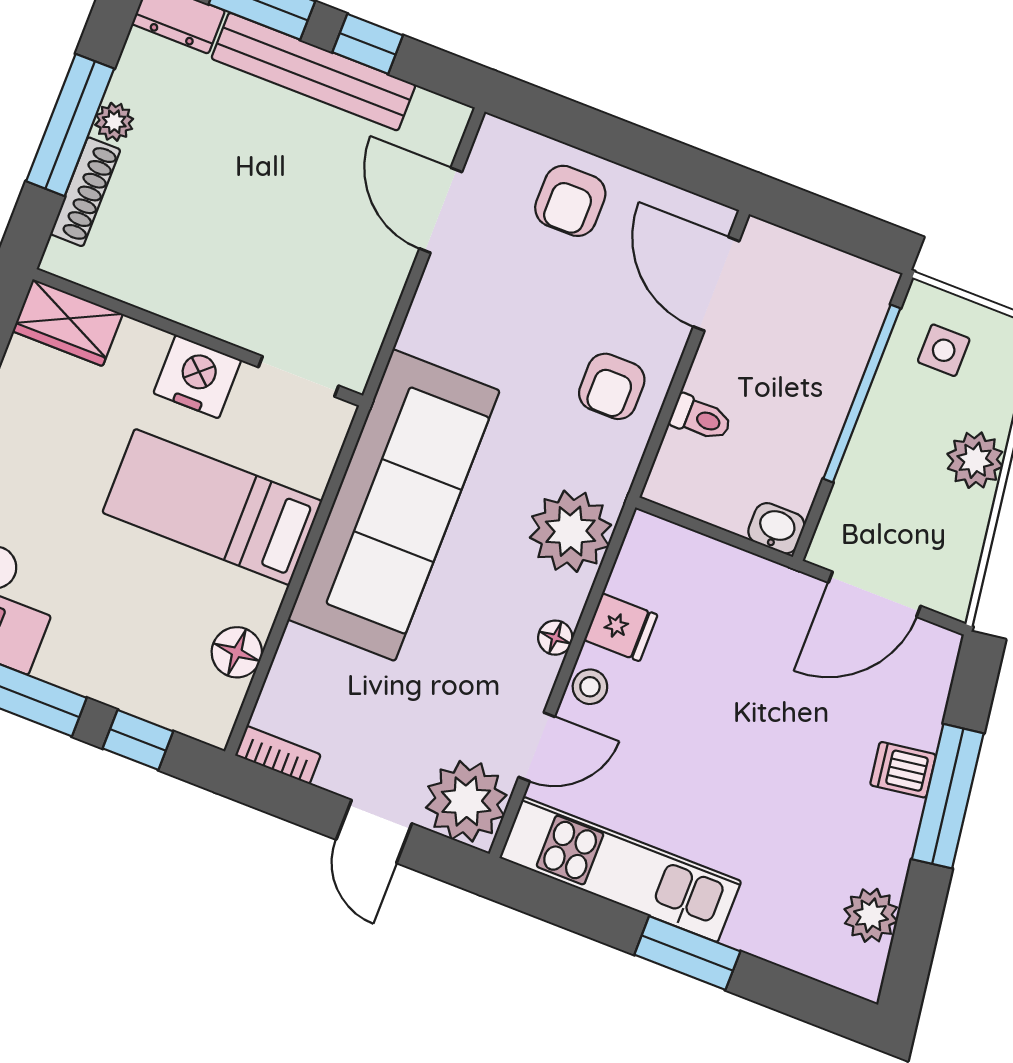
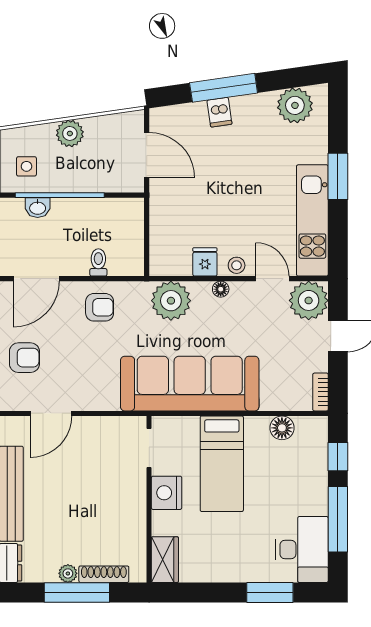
washbasin: (776, 528) -> (38, 208), moved, turned -90
plant: (871, 915) -> (295, 105), width x1.36, depth x1.36

